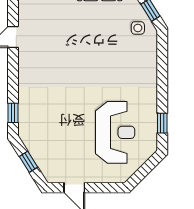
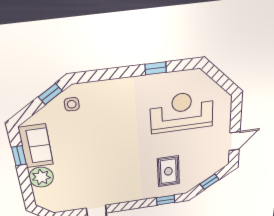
rug: (49, 117) -> (168, 171), added
window: (162, 123) -> (156, 68), moved

